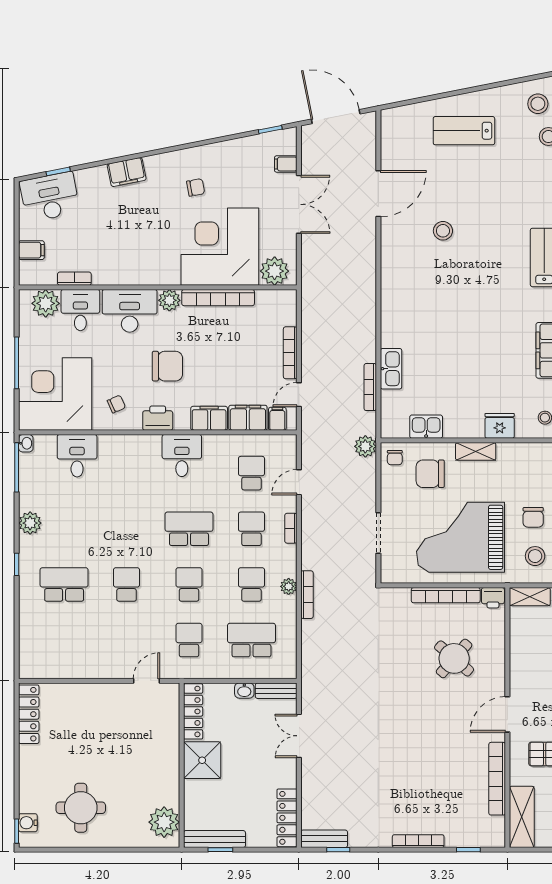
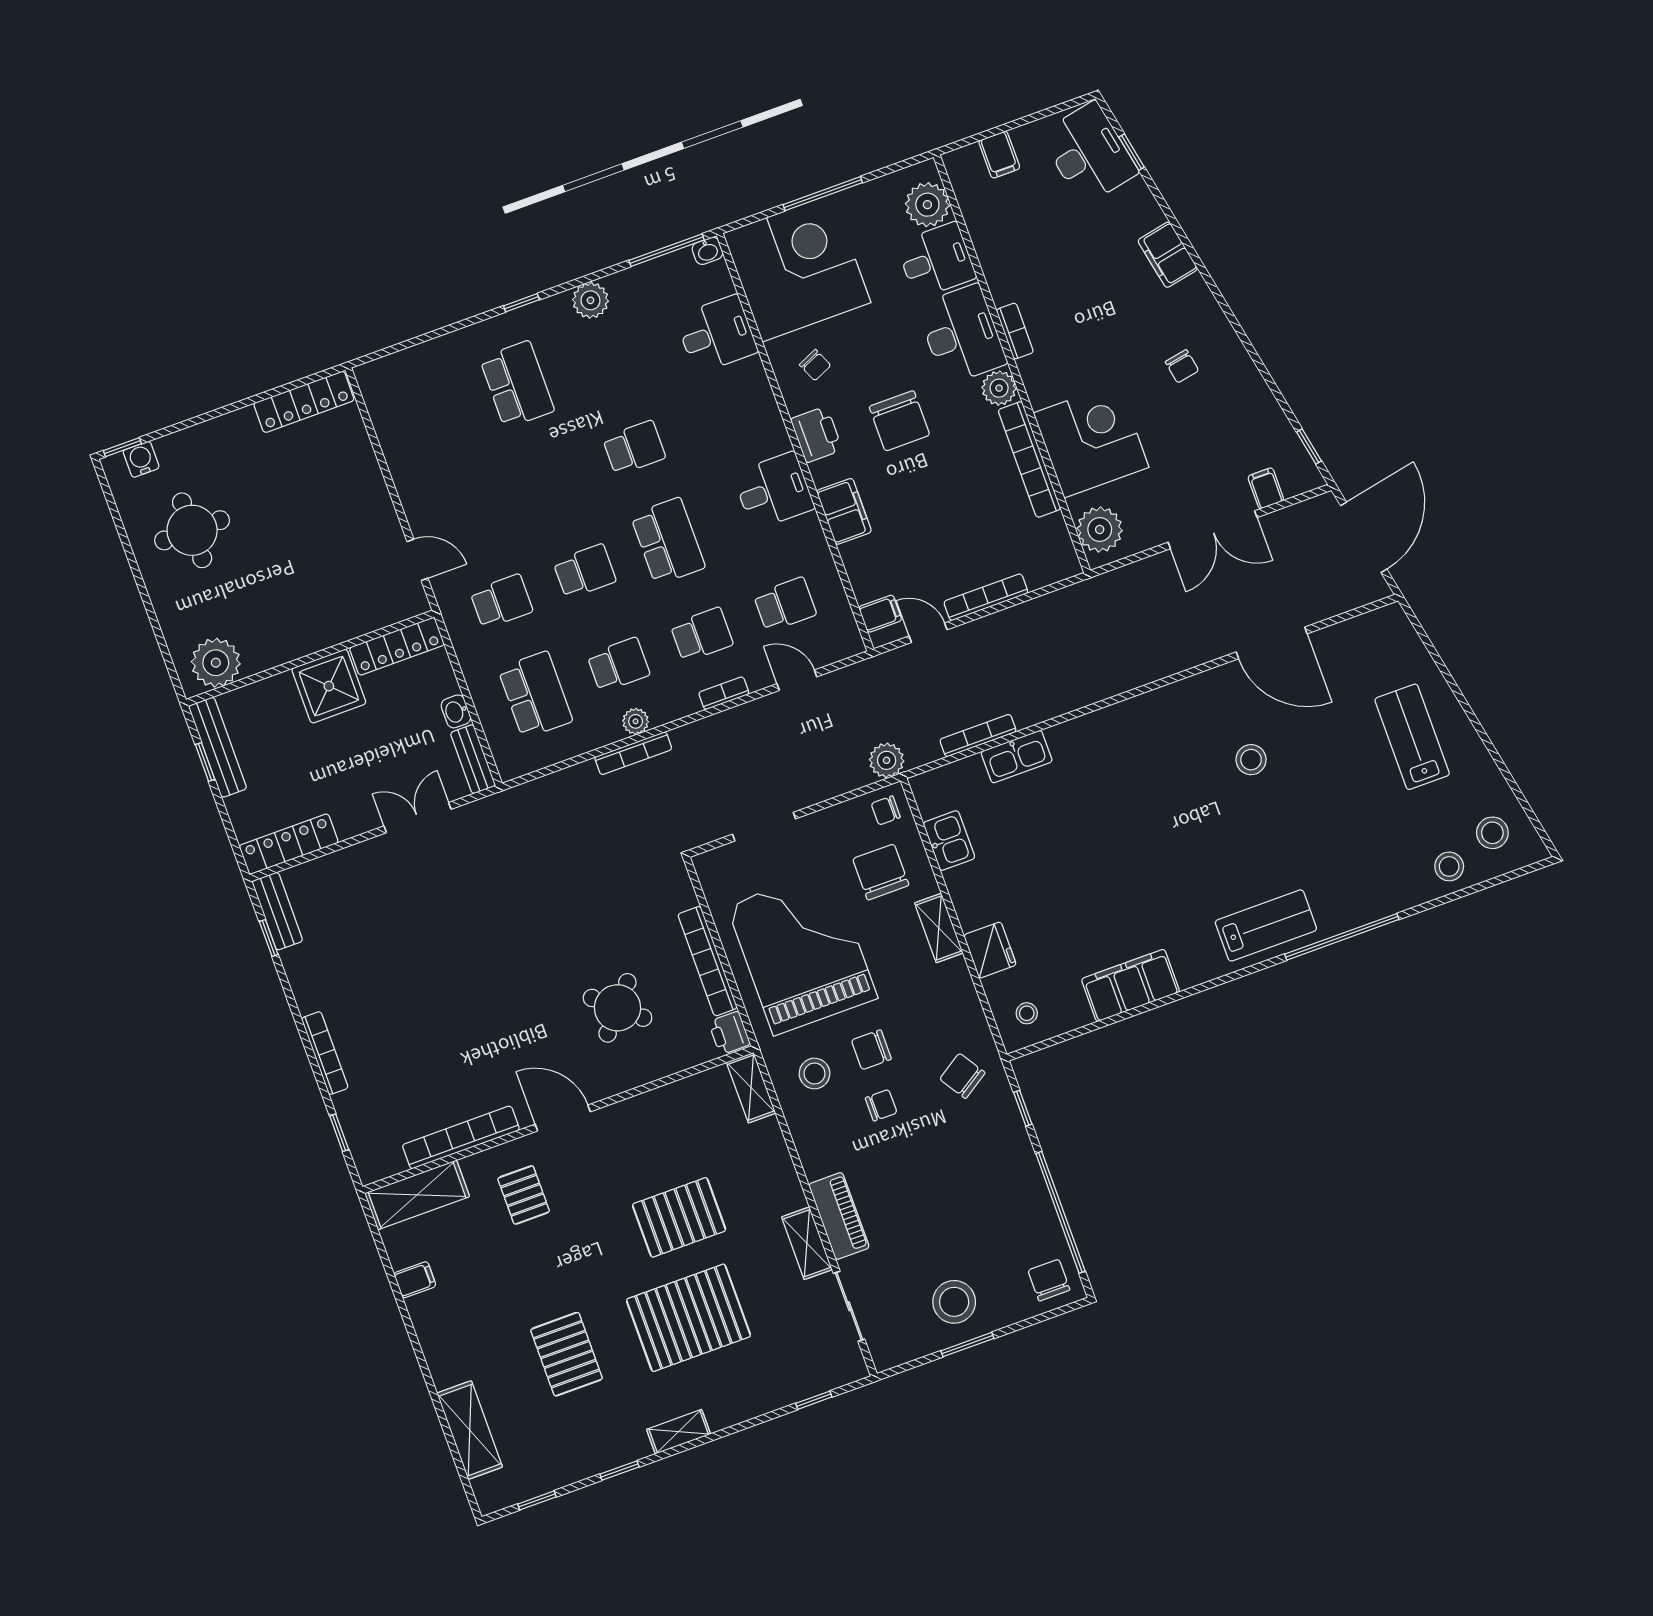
corner desk: (220, 247) -> (1091, 440), width x0.74, depth x0.74
bookcase: (74, 279) -> (1015, 331), moved
filing cabinet: (248, 418) -> (866, 569), removed
school desk: (127, 584) -> (634, 448), moved

